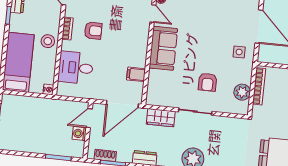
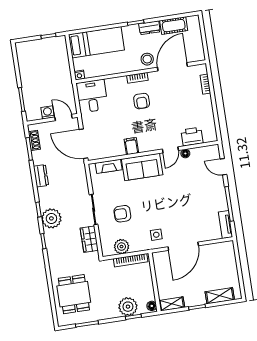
stool: (48, 41) -> (147, 59), moved
desk: (76, 68) -> (92, 96), moved
filing cabinet: (136, 74) -> (131, 146), moved
fireplace: (153, 84) -> (109, 166), added
wardrobe: (161, 118) -> (89, 239), moved

